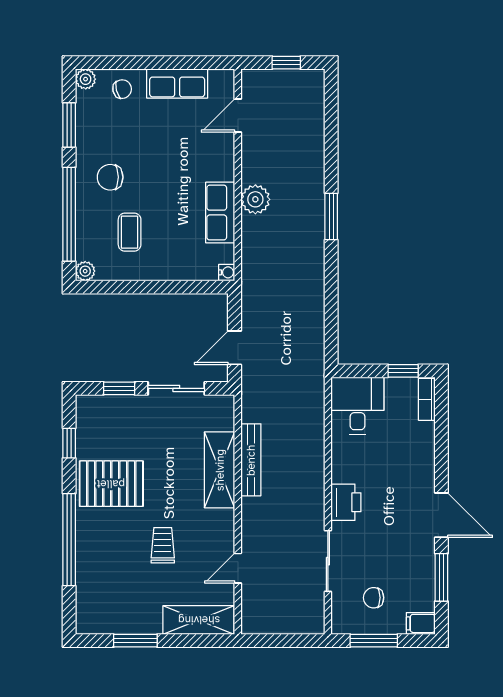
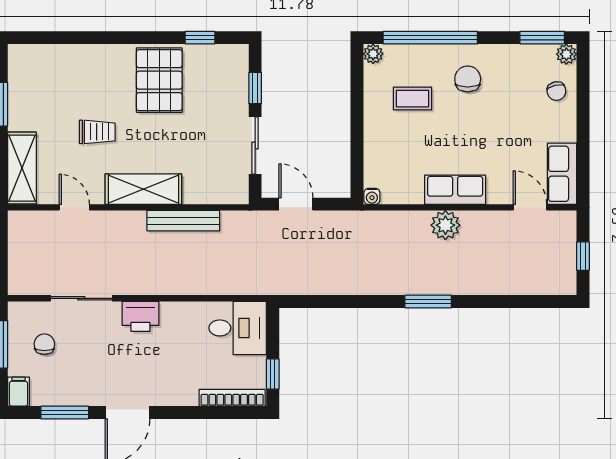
row of seats: (177, 83) -> (562, 174), moved
window: (69, 125) -> (542, 38), moved
row of seats: (220, 213) -> (455, 190), moved
bookcase: (427, 399) -> (232, 398), width x1.56
shelving: (220, 470) -> (143, 189), moved
window: (69, 540) -> (103, 38), removed

